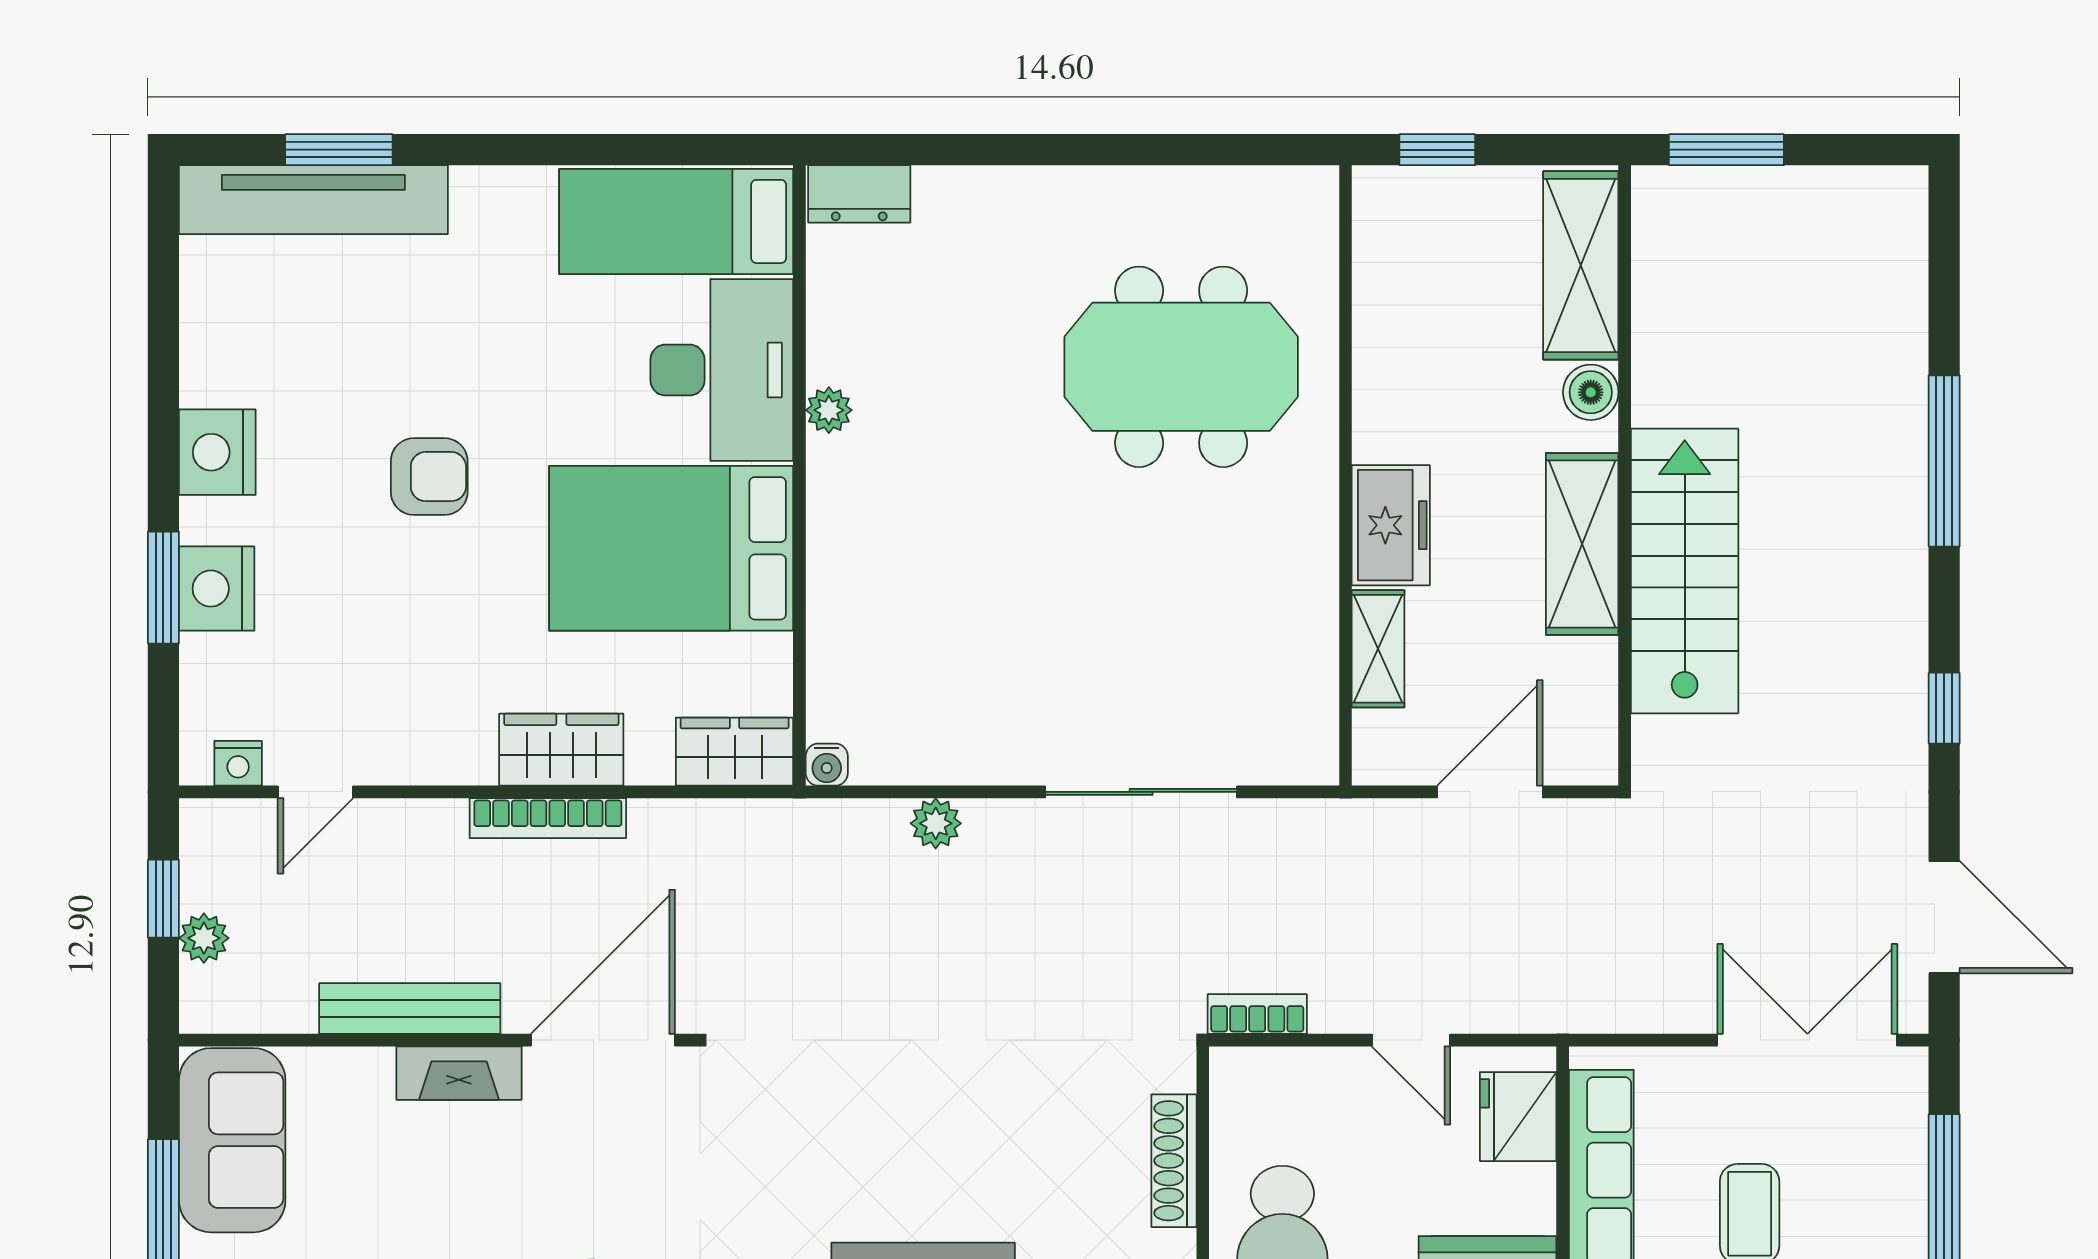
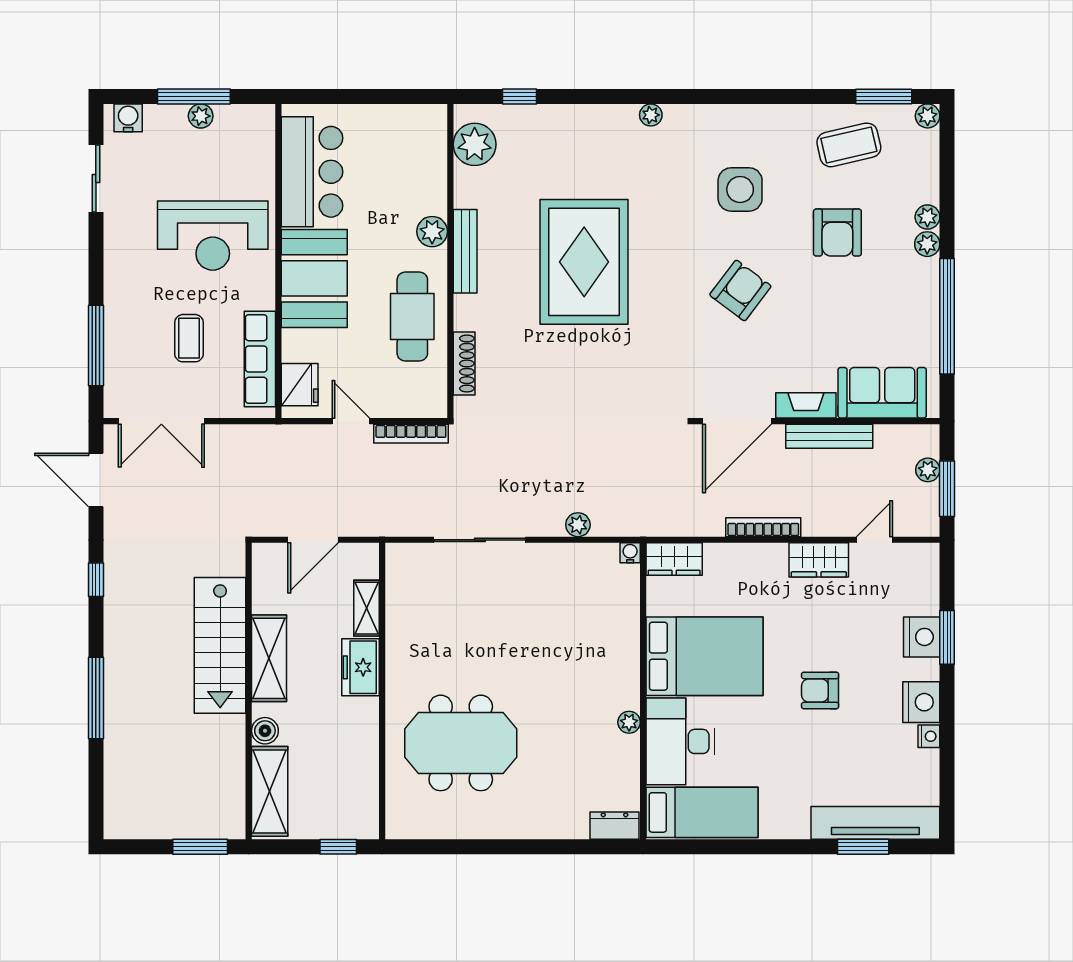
wardrobe: (561, 750) -> (819, 560), moved
nightstand: (238, 763) -> (929, 736), moved, turned 90
window: (163, 899) -> (947, 489), width x1.50
bookcase: (1257, 1014) -> (411, 434), width x1.56
sofa: (232, 1140) -> (882, 393), moved, turned 90

